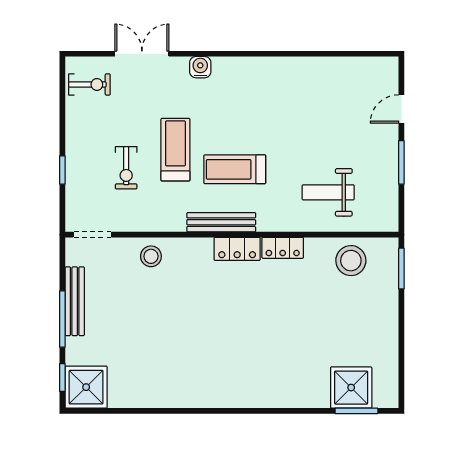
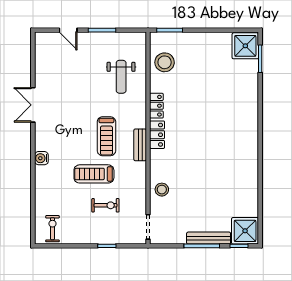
double door: (142, 54) -> (33, 105), moved
bench: (221, 222) -> (140, 145), width x0.73
bench: (75, 301) -> (209, 238), moved
shower: (351, 388) -> (245, 46), moved

